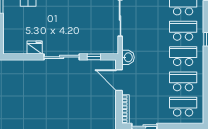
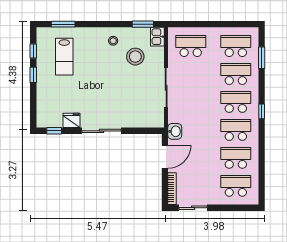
window: (94, 57) -> (54, 131), moved
door: (119, 80) -> (165, 157), swing flipped

